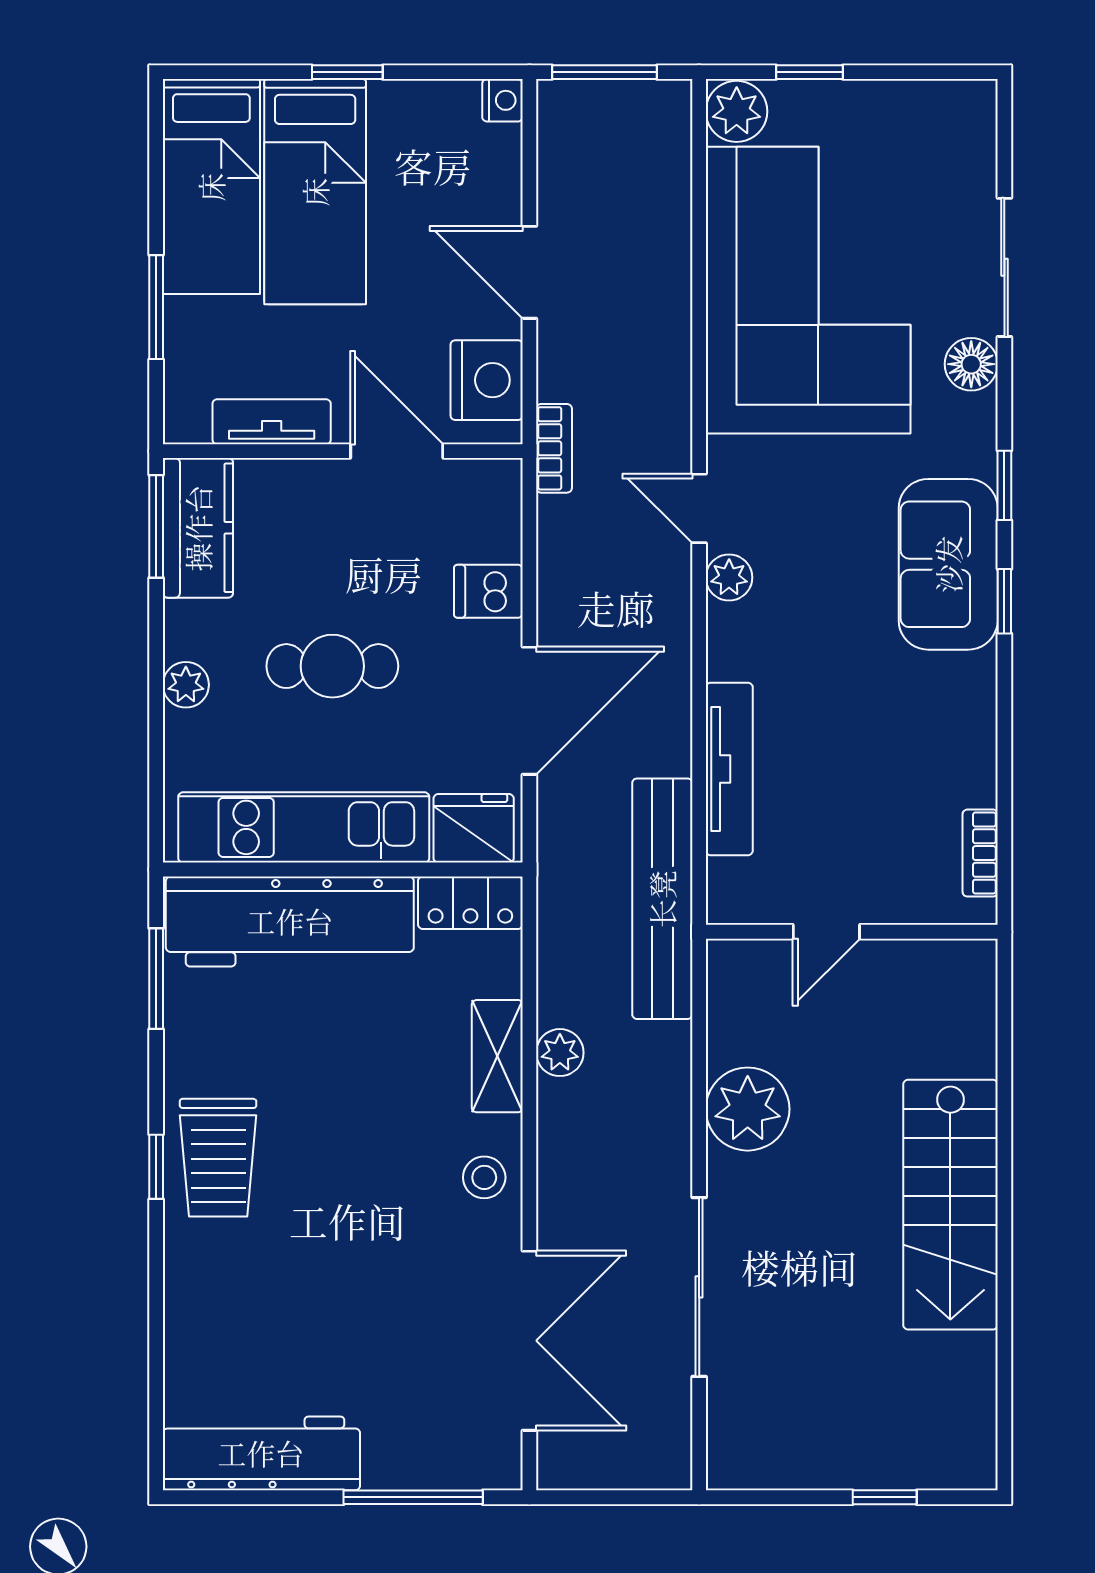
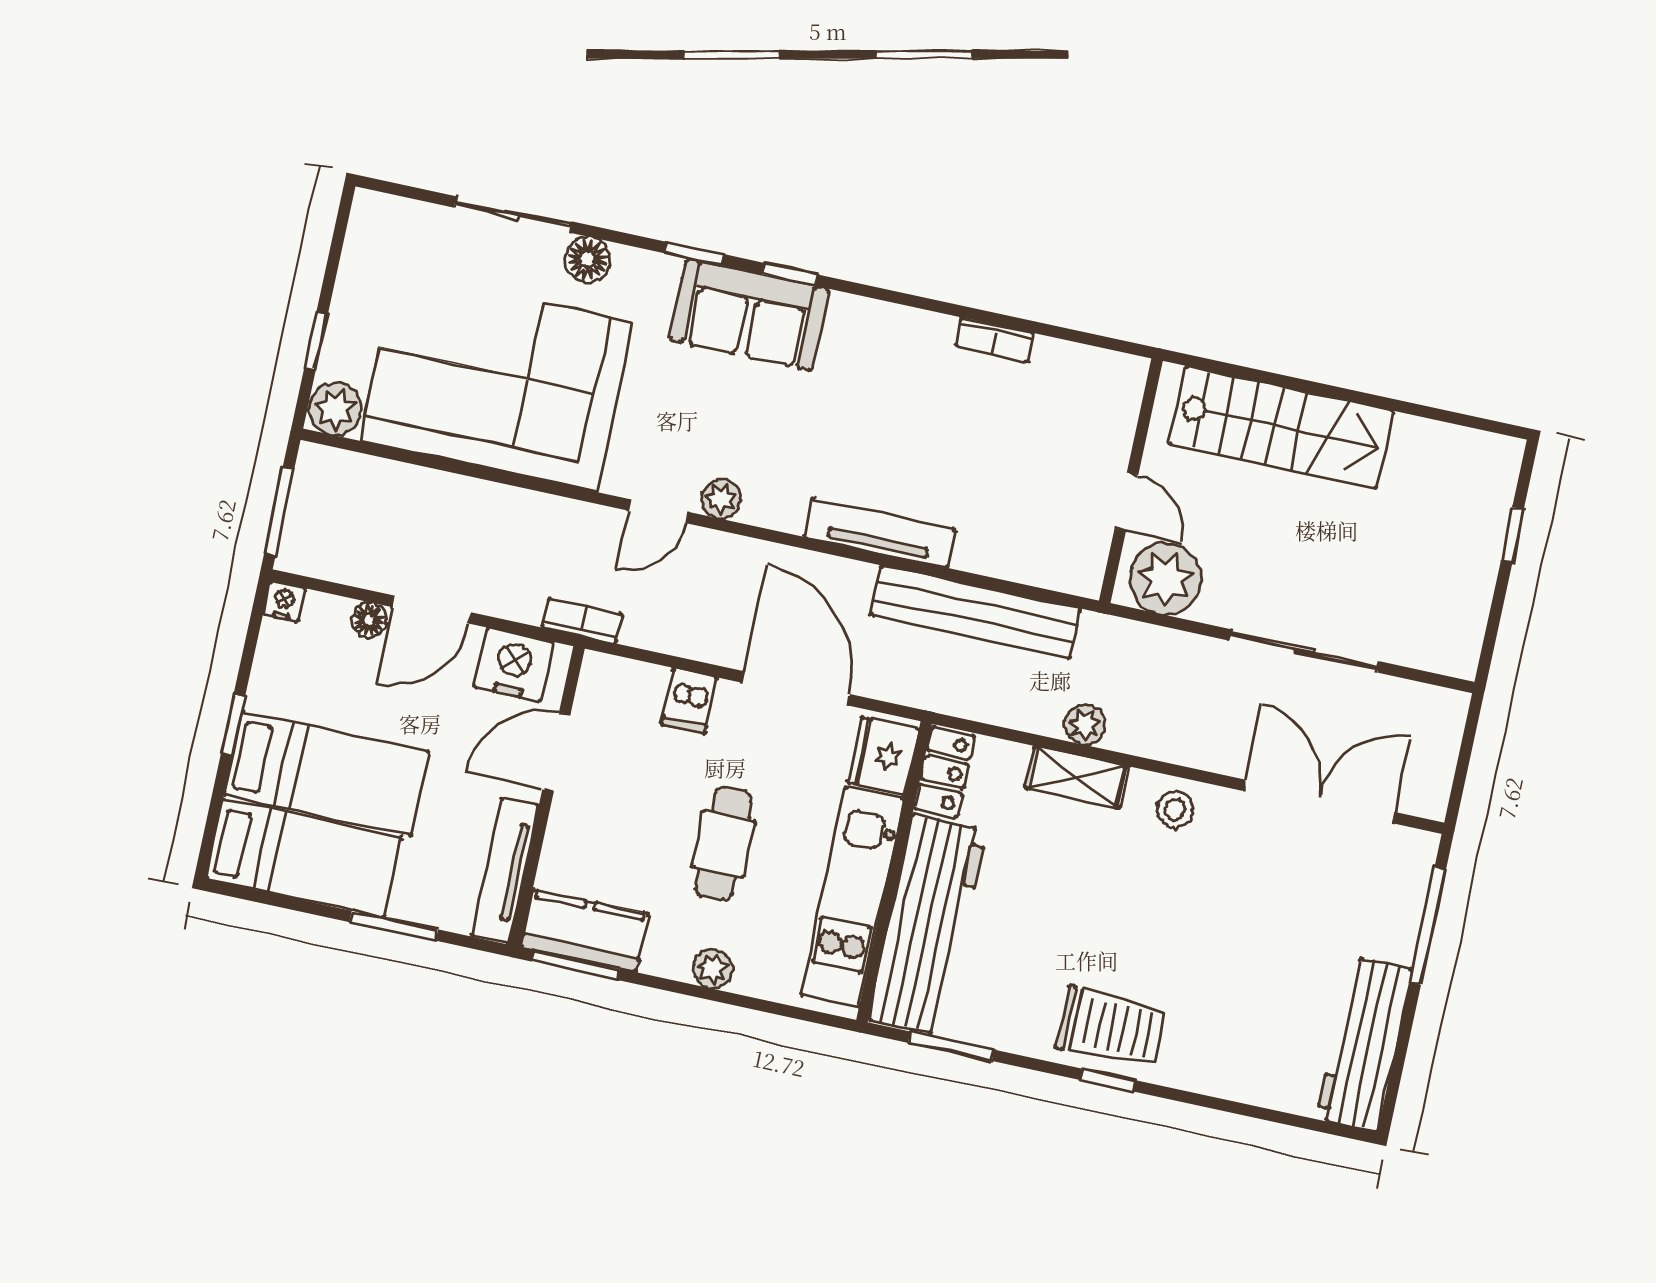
floor lamp: (502, 203) -> (369, 620), added
tv unit: (272, 422) -> (505, 871), width x1.41
door: (826, 932) -> (1126, 502), moved
wall: (852, 932) -> (1131, 481), moved

